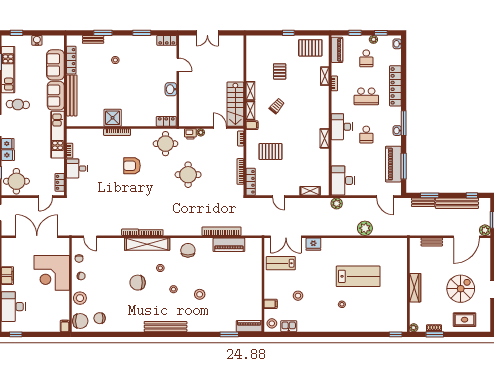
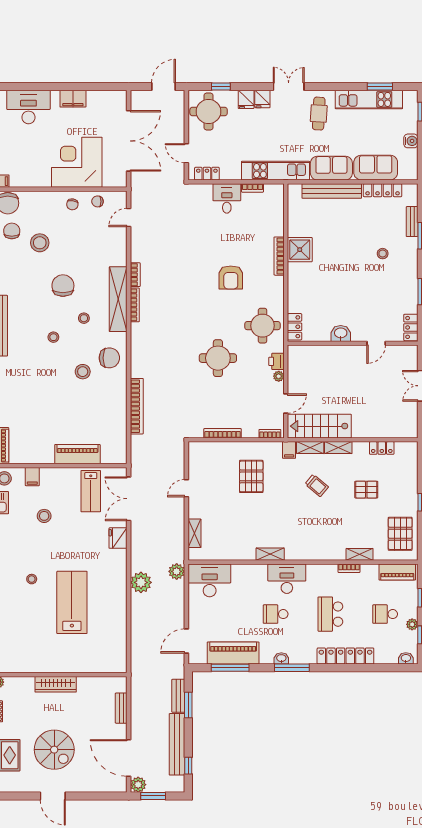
armchair: (132, 166) -> (231, 277), turned 180
locker: (251, 182) -> (382, 448), moved, width x0.66
plant: (365, 228) -> (141, 582), moved
piano: (229, 245) -> (77, 454), moved, turned 90
lab bench: (281, 263) -> (91, 491), turned 180
lab bench: (358, 276) -> (72, 602), turned 180
stool: (200, 294) -> (83, 372), moved
stool: (80, 298) -> (40, 243), moved

